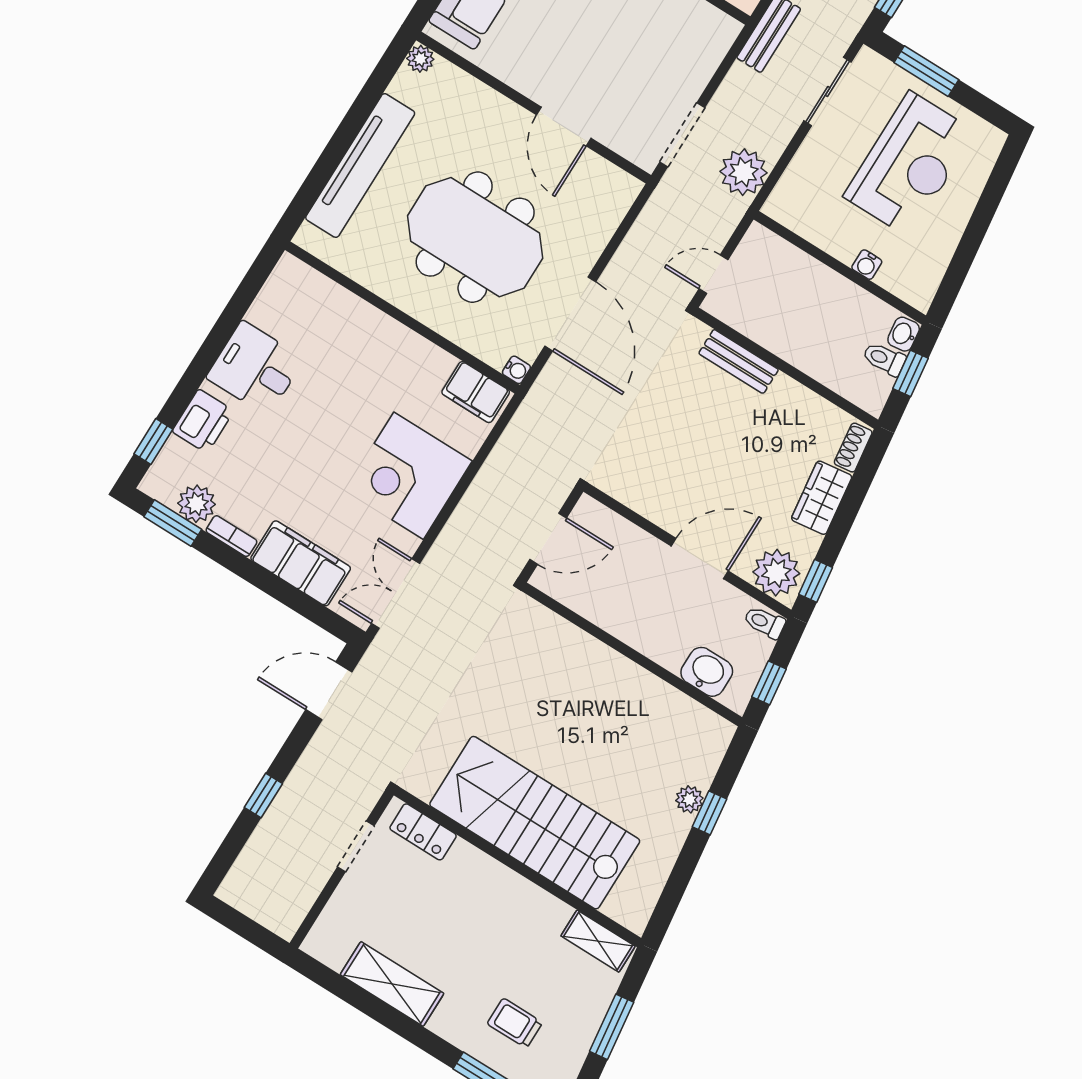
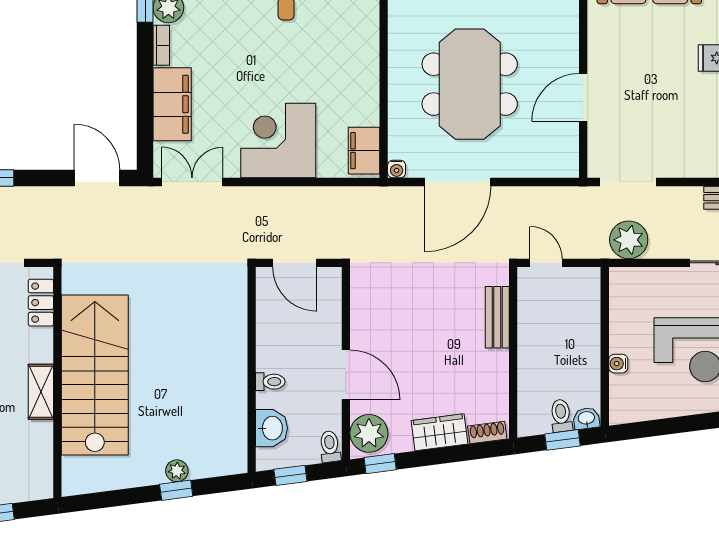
toilet: (657, 643) -> (270, 382), added
shelving: (598, 941) -> (41, 392), moved

